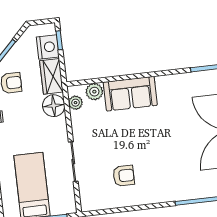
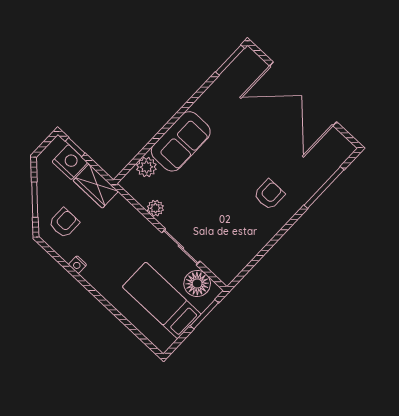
plant: (75, 103) -> (155, 208), moved
floor lamp: (54, 106) -> (197, 284), moved
armchair: (124, 176) -> (269, 195), moved

